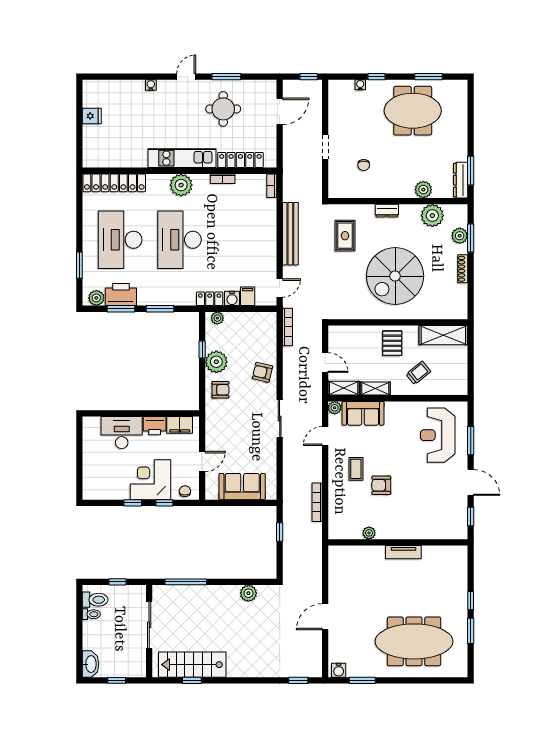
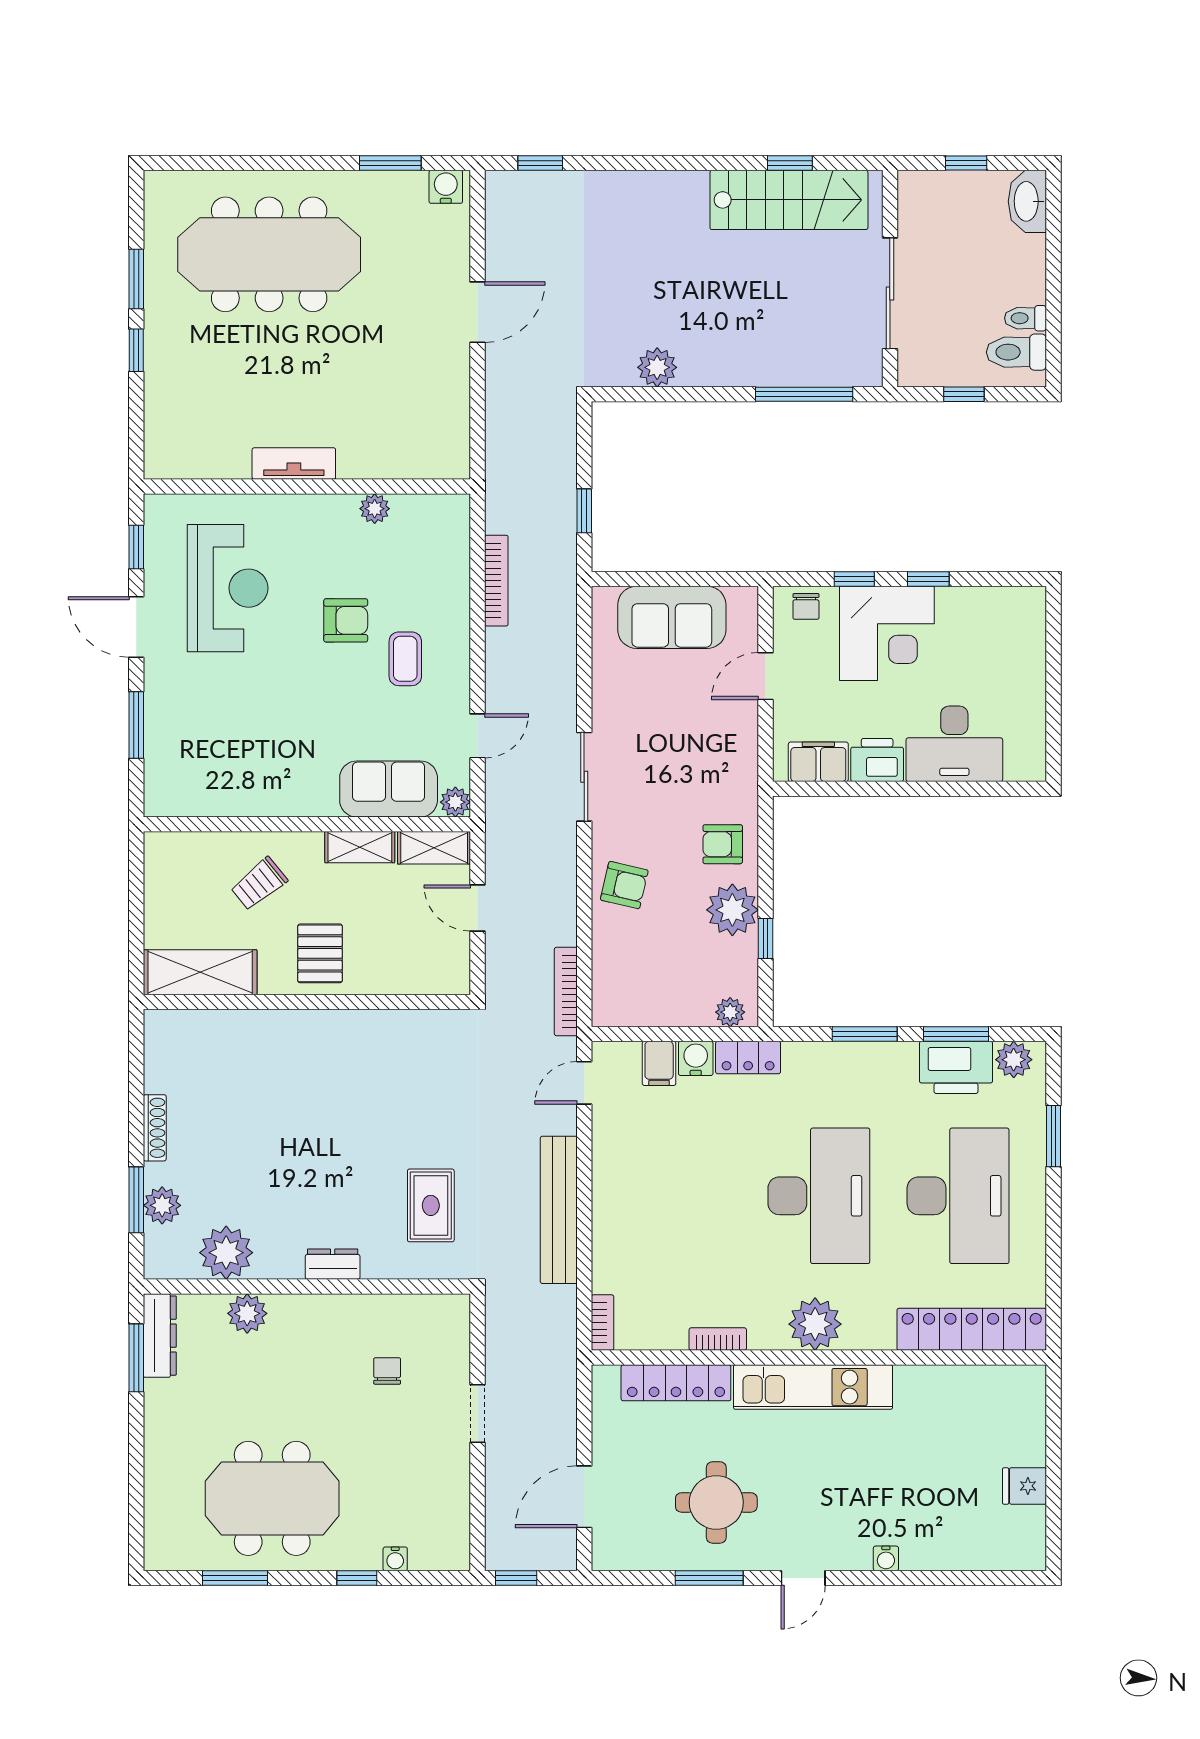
spiral stairs: (395, 276) -> (314, 1111), removed
reception desk: (438, 435) -> (228, 588), moved

